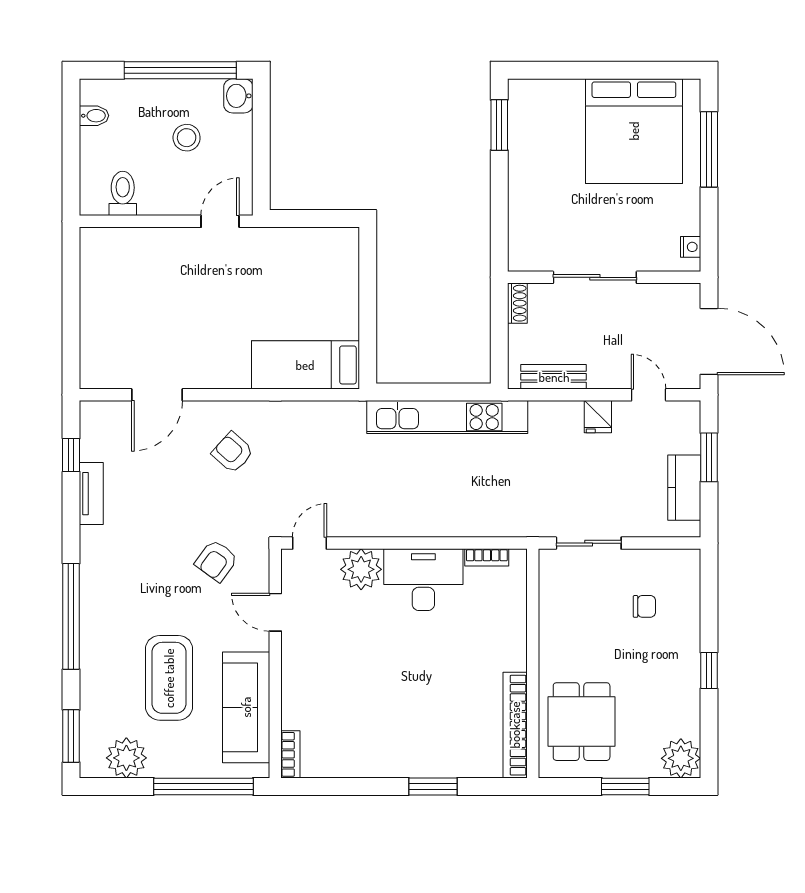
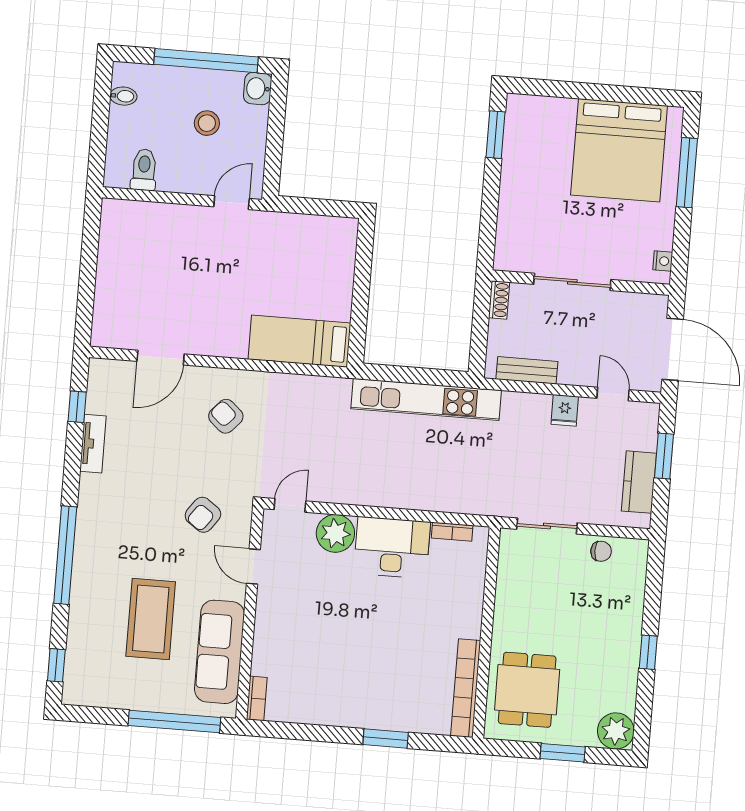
chair: (644, 606) -> (601, 551), moved
window: (71, 736) -> (56, 665), width x0.67
plant: (126, 758) -> (106, 689), removed

